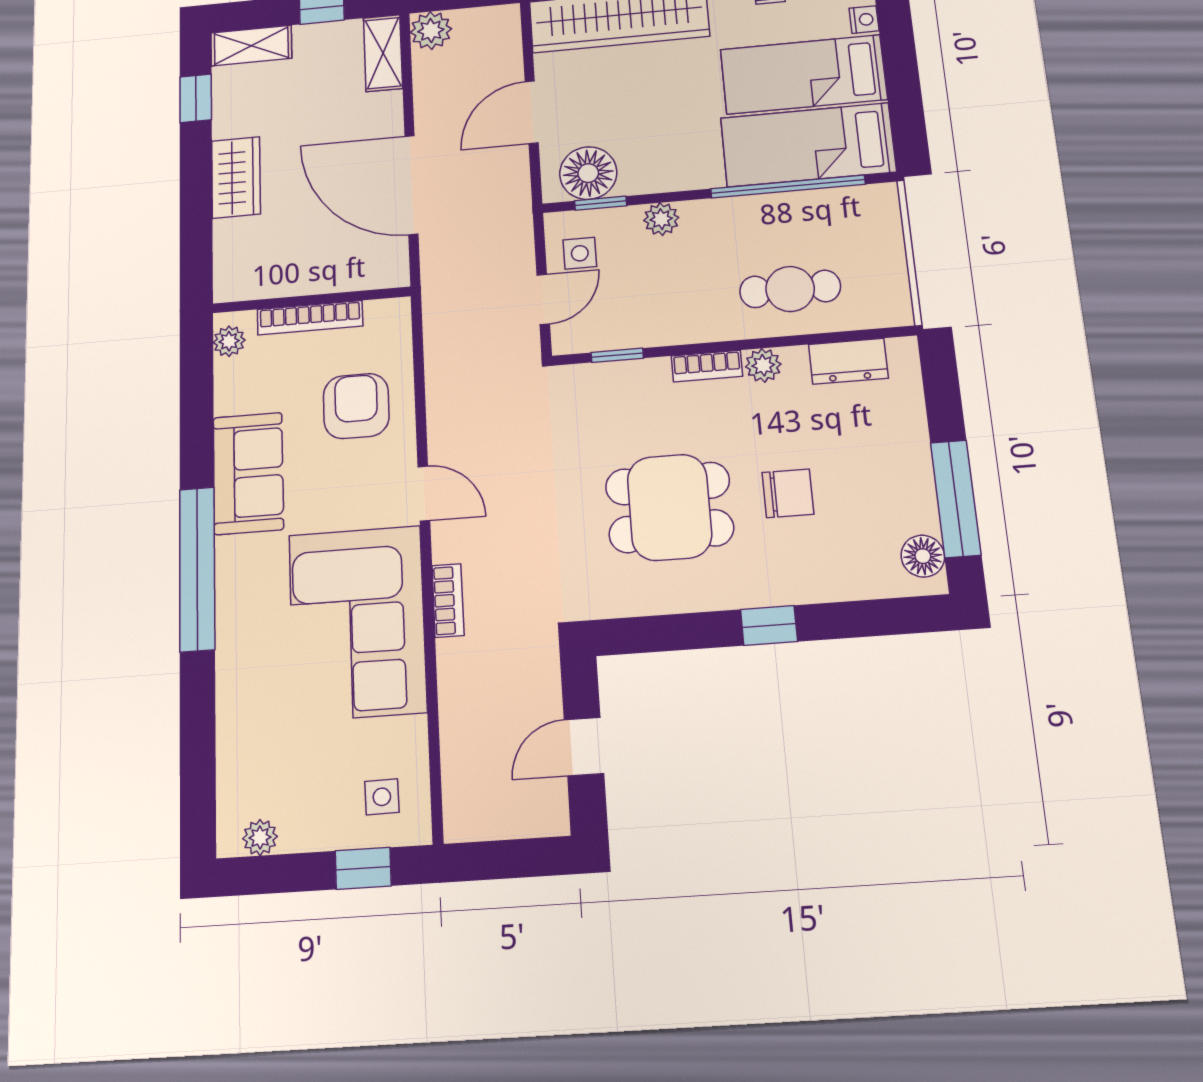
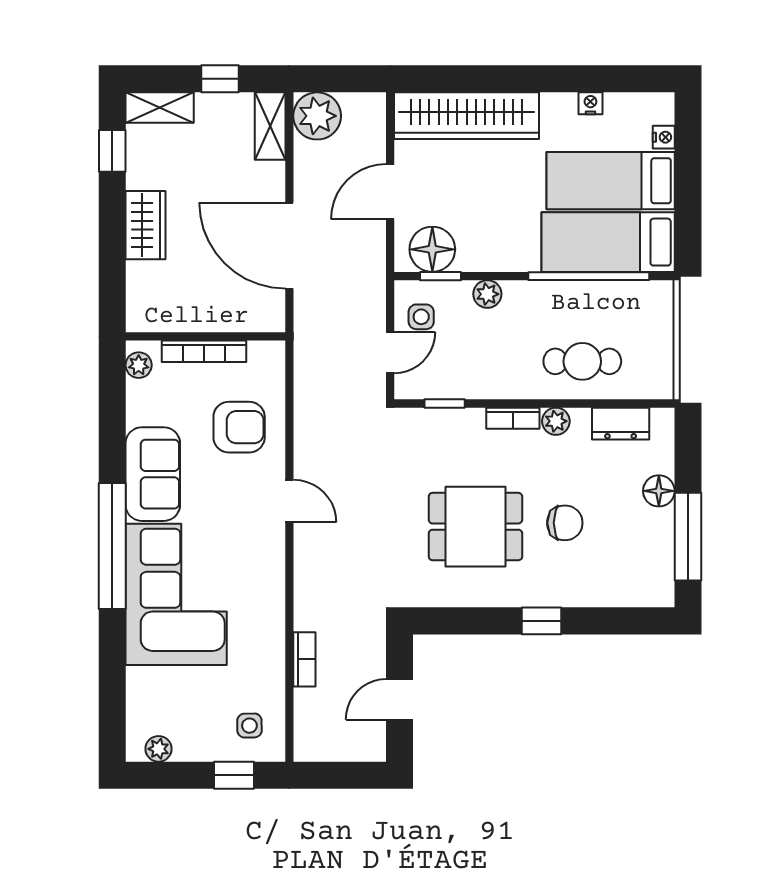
plant: (431, 31) -> (317, 116), width x1.36, depth x1.36
armchair: (356, 406) -> (239, 427), turned 90
floor lamp: (923, 556) -> (659, 491), moved
bookcase: (448, 600) -> (304, 659), moved
corner sofa: (357, 623) -> (176, 594), moved, turned 180

